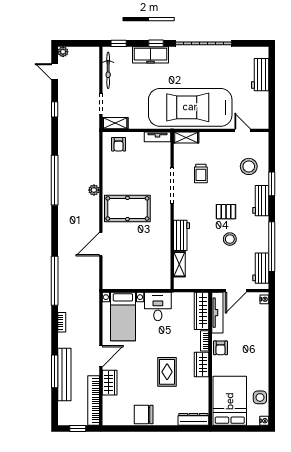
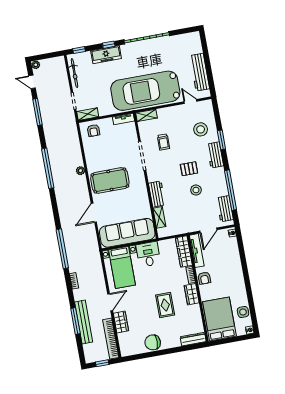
workbench: (260, 75) -> (200, 72), moved, width x1.38
window: (55, 109) -> (37, 112), width x2.17
sofa: (137, 276) -> (127, 233), added

